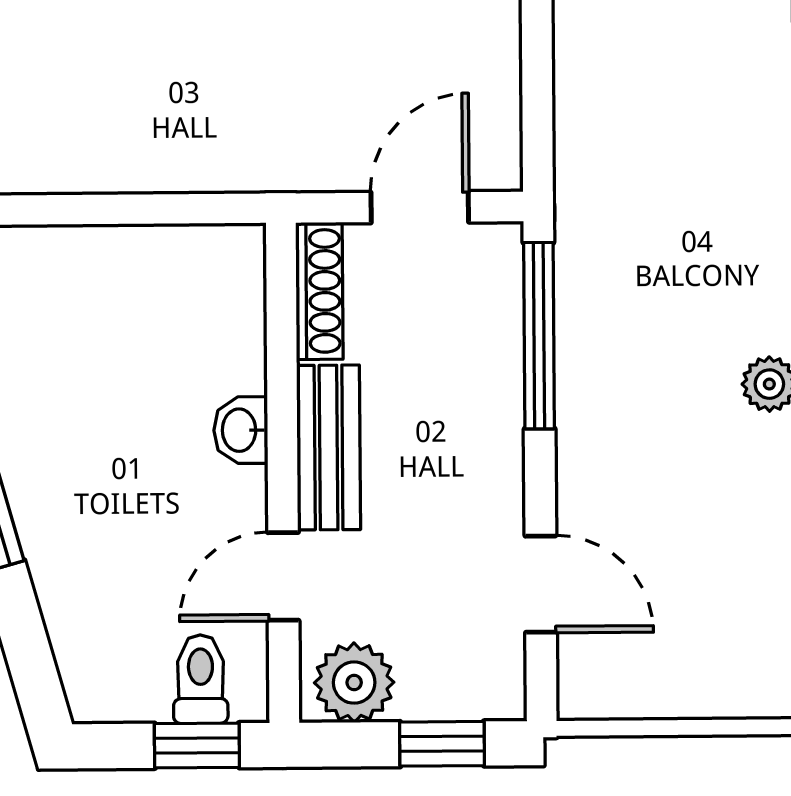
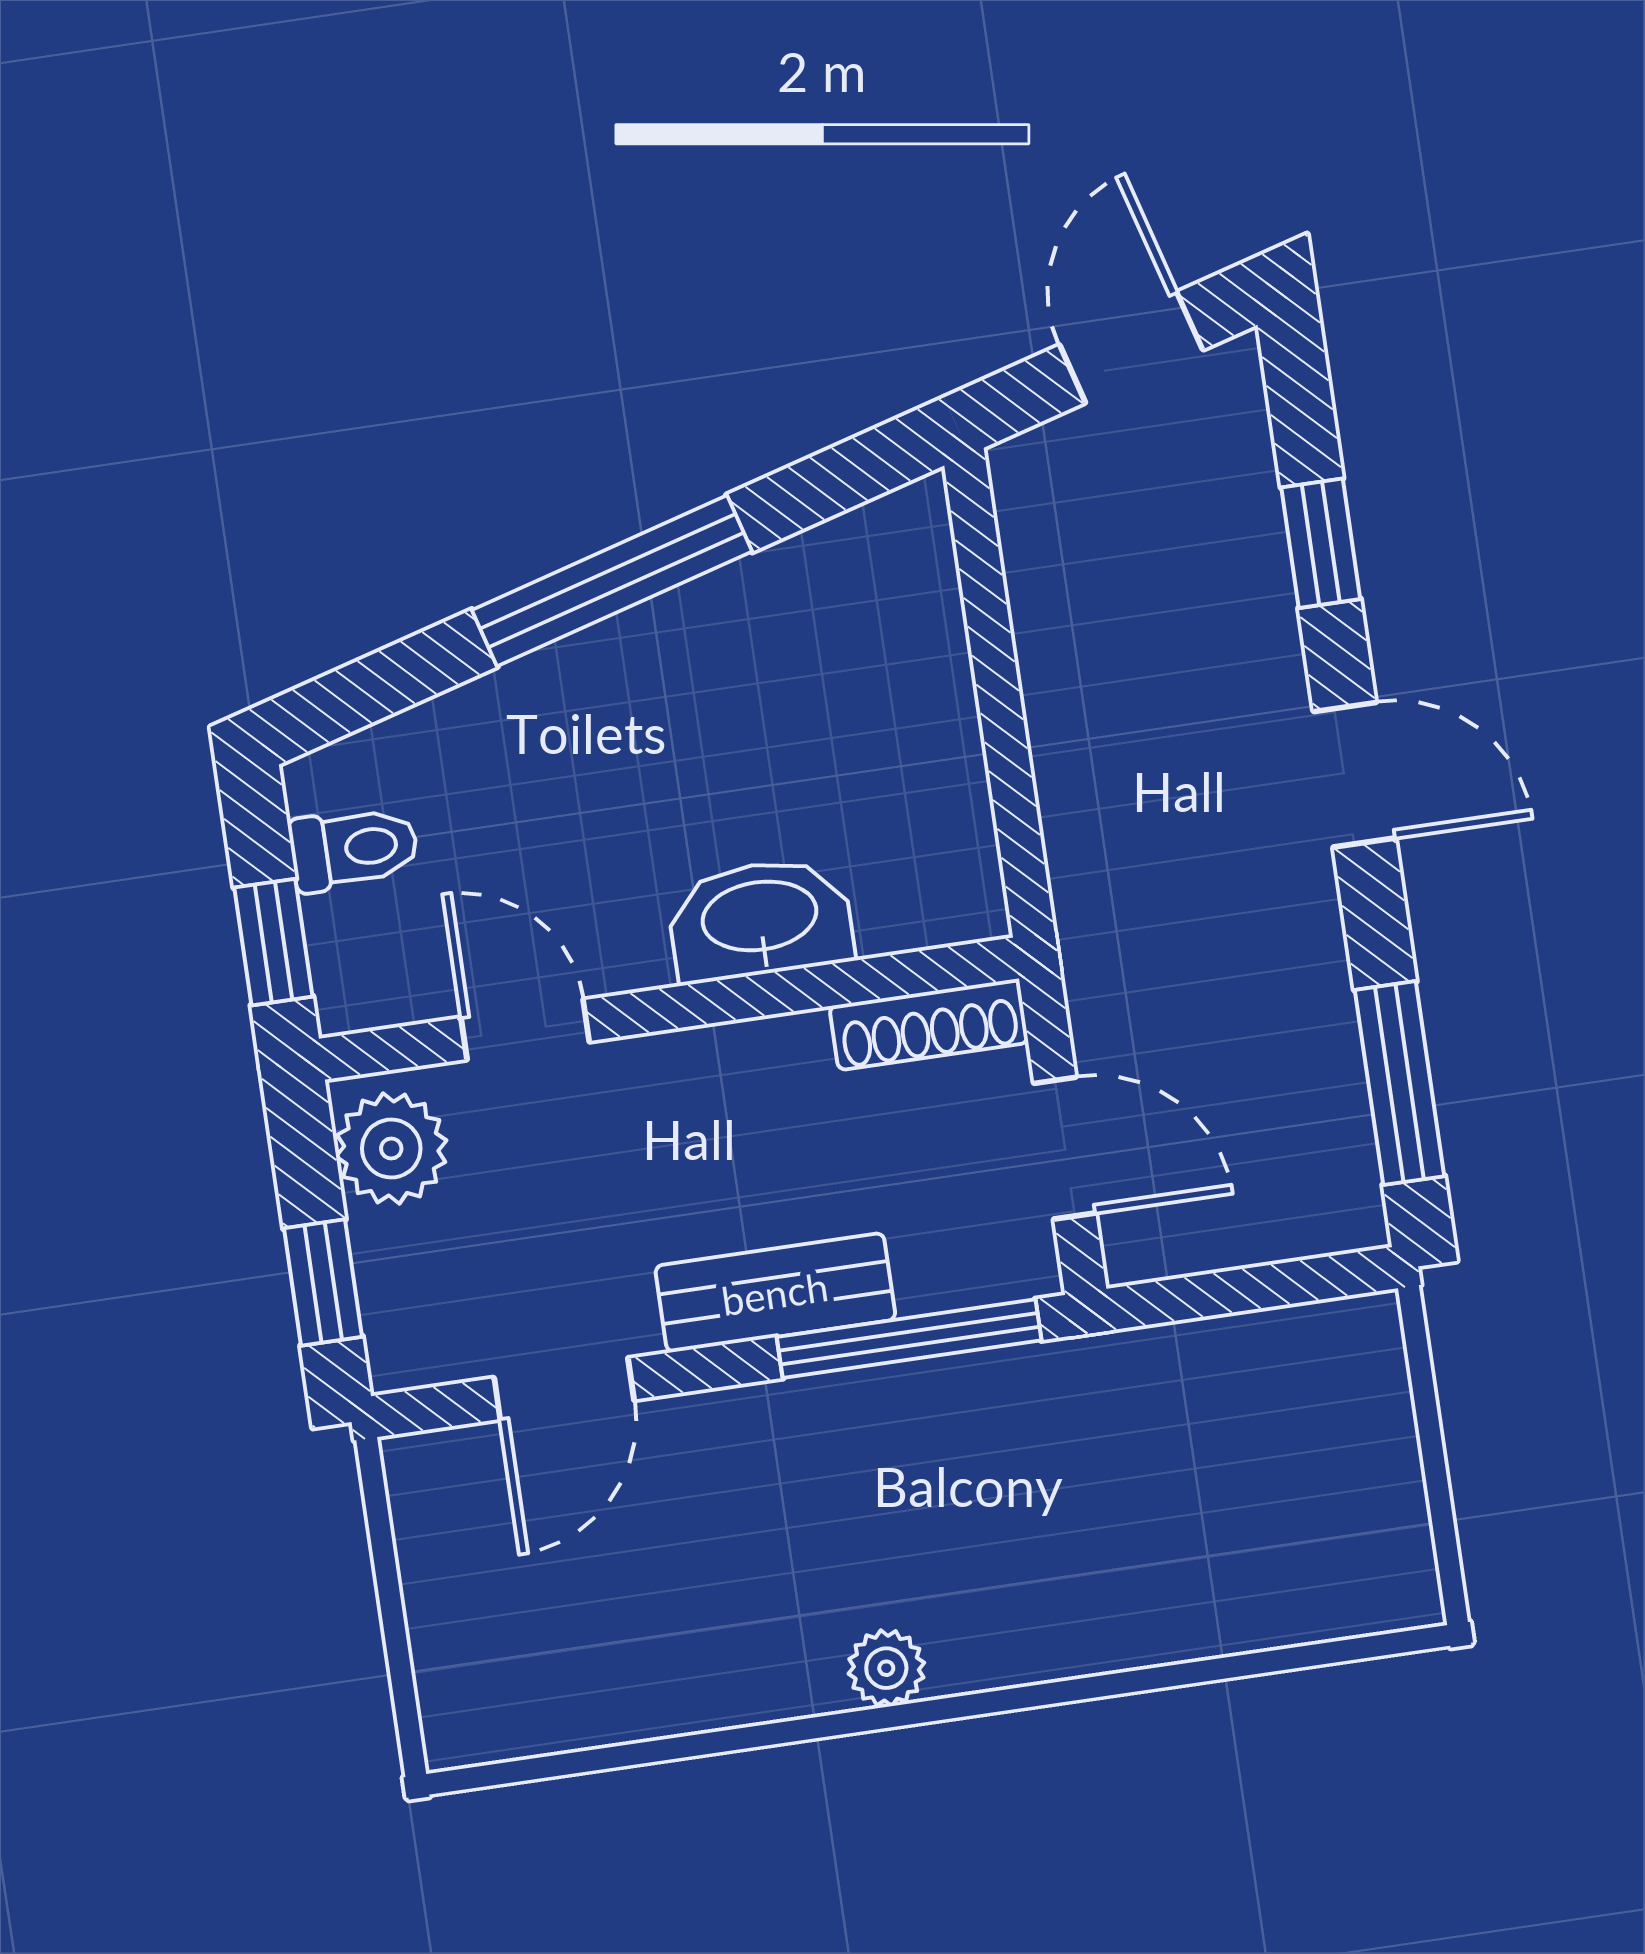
washbasin: (241, 430) -> (760, 919), width x1.91, depth x1.45
bench: (329, 447) -> (775, 1293), moved
toilet: (201, 679) -> (354, 849), moved

